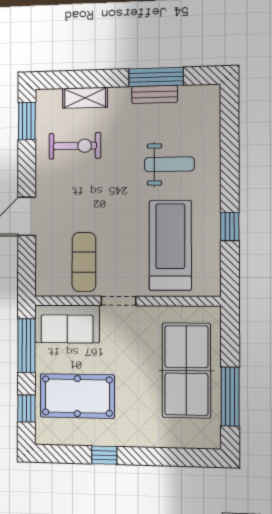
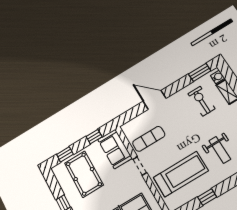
water cooler: (52, 98) -> (218, 77), added
exercise bike: (75, 146) -> (201, 101), turned 180
window: (26, 346) -> (94, 137), width x0.46

